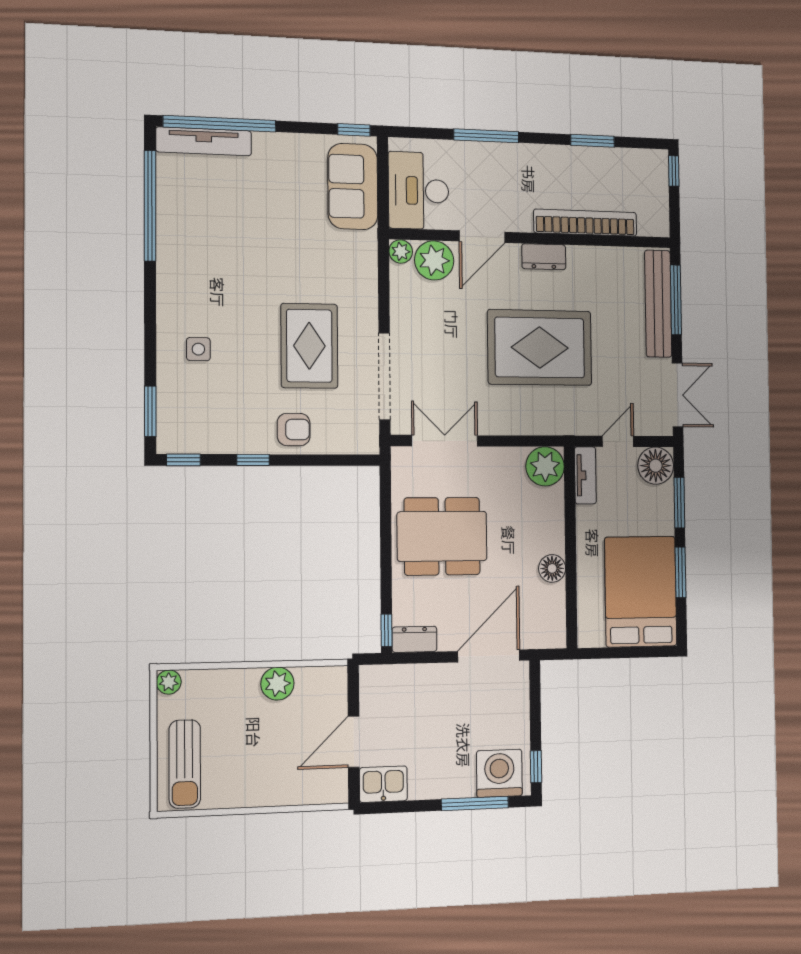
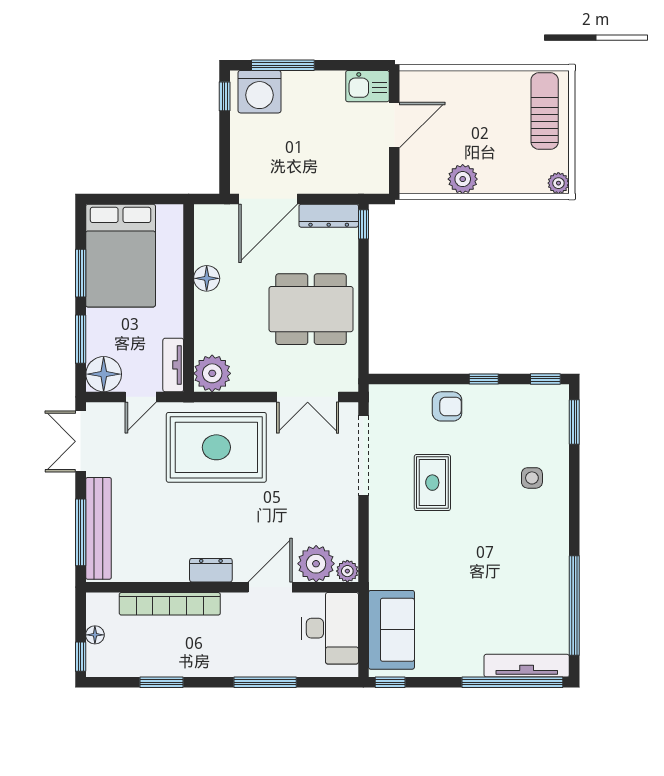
floor lamp: (660, 193) -> (95, 635), added
rug: (309, 346) -> (432, 483), width x0.73, depth x0.70
rug: (540, 348) -> (216, 447), moved
armchair: (294, 429) -> (447, 406), turned 180
dresser: (414, 639) -> (329, 216), width x1.44

